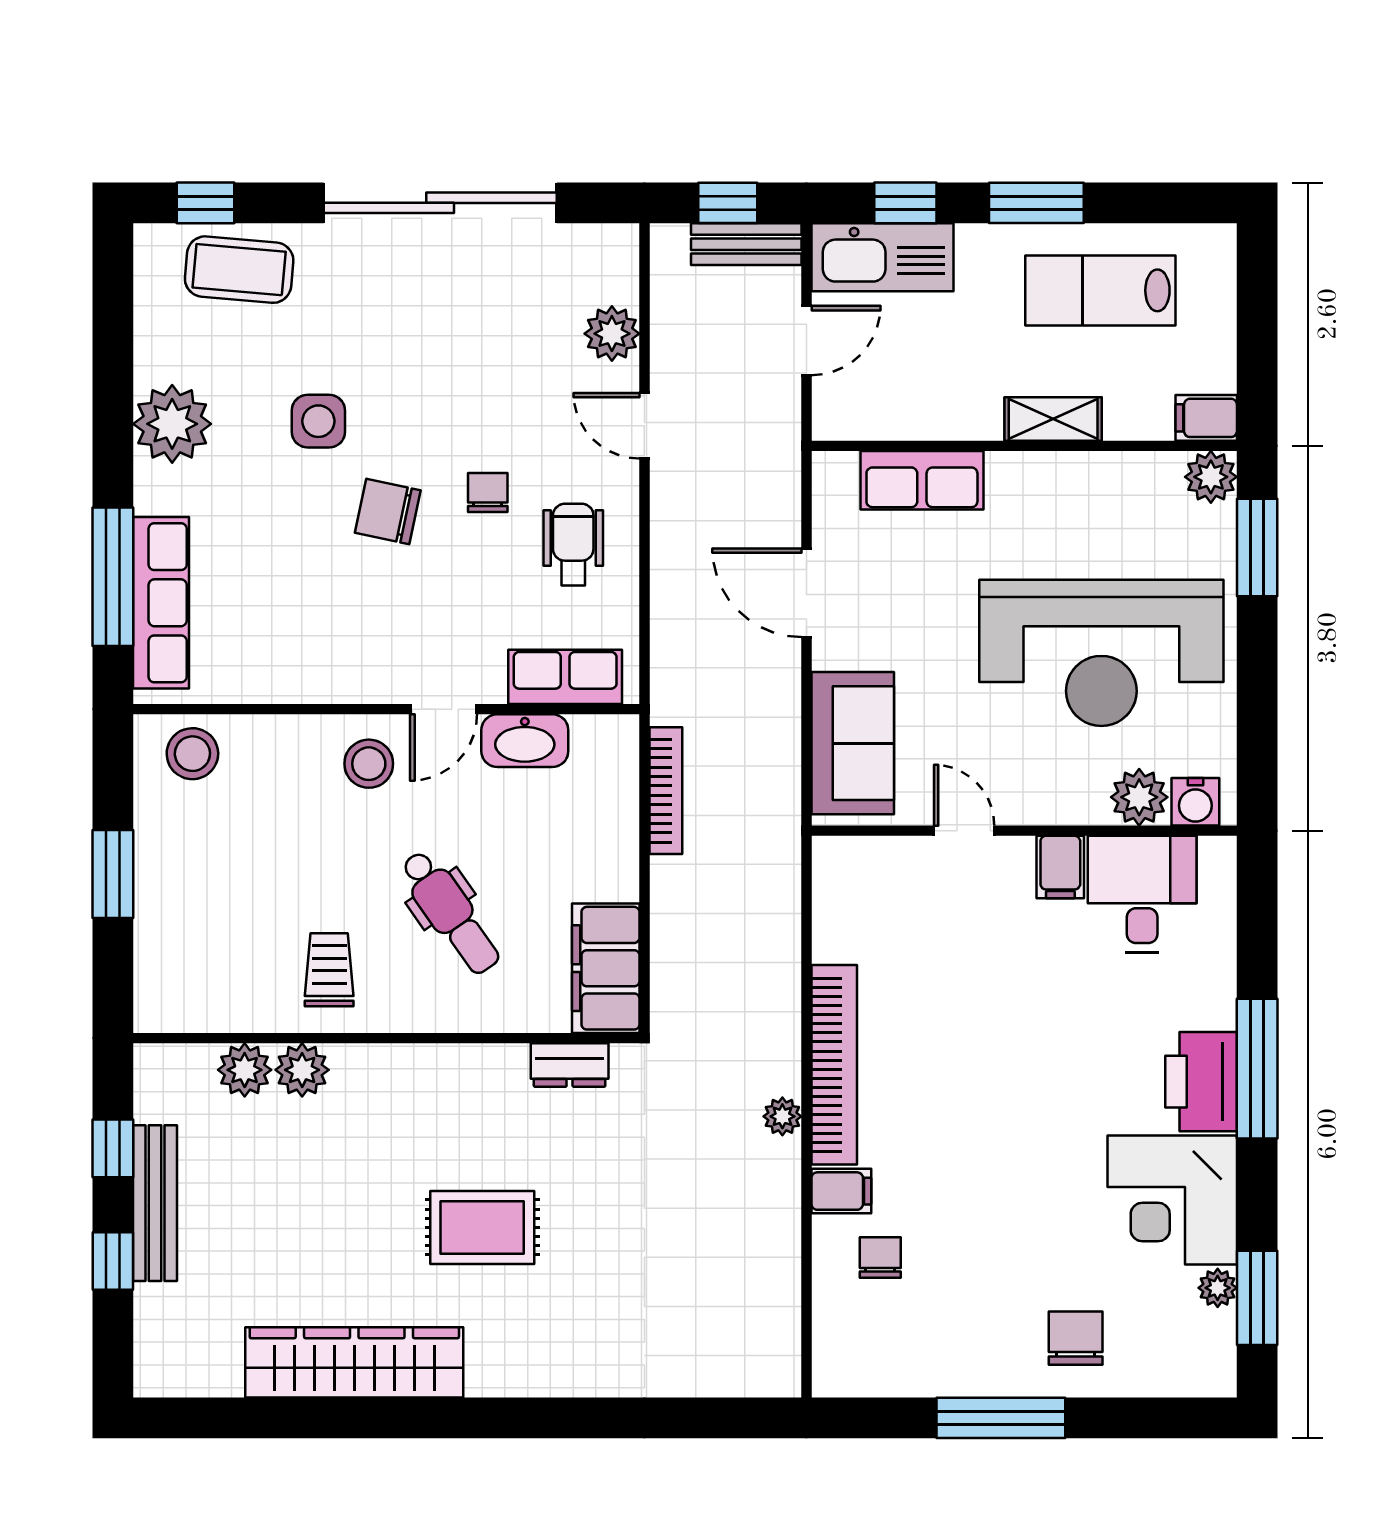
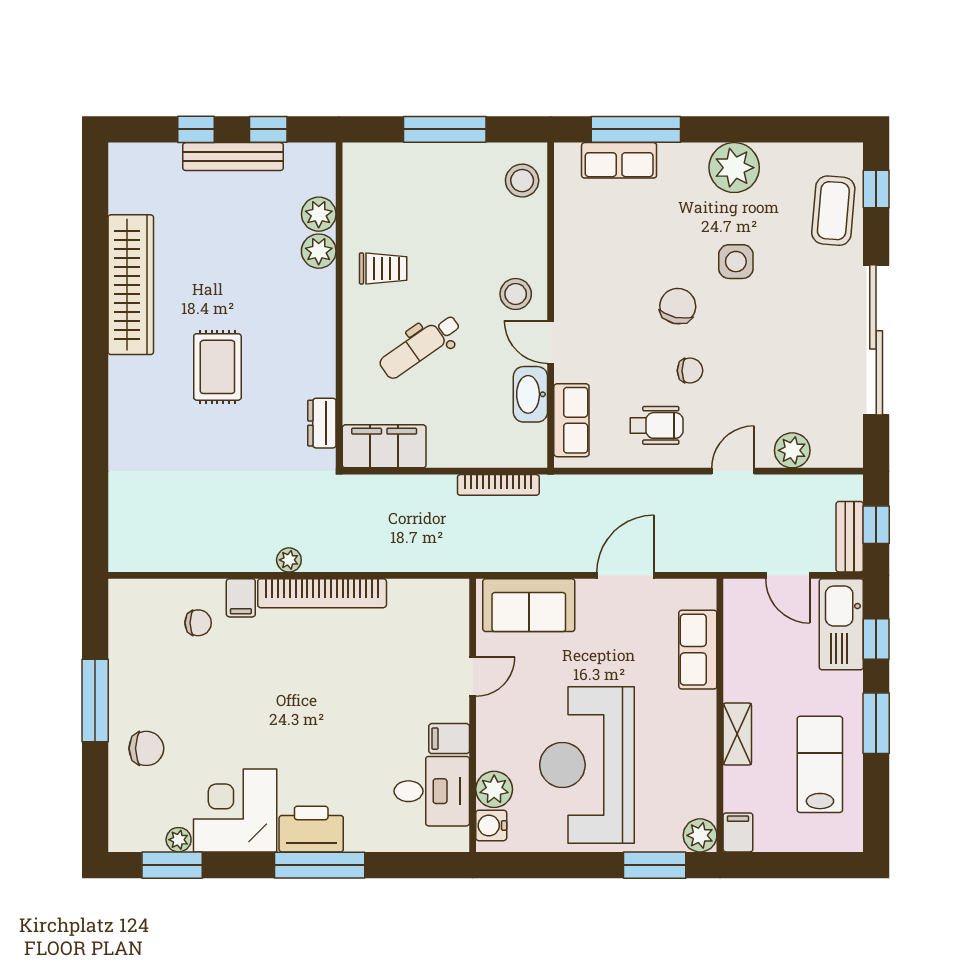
row of seats: (161, 603) -> (619, 160), width x0.68
window: (113, 874) -> (445, 129), width x1.44

